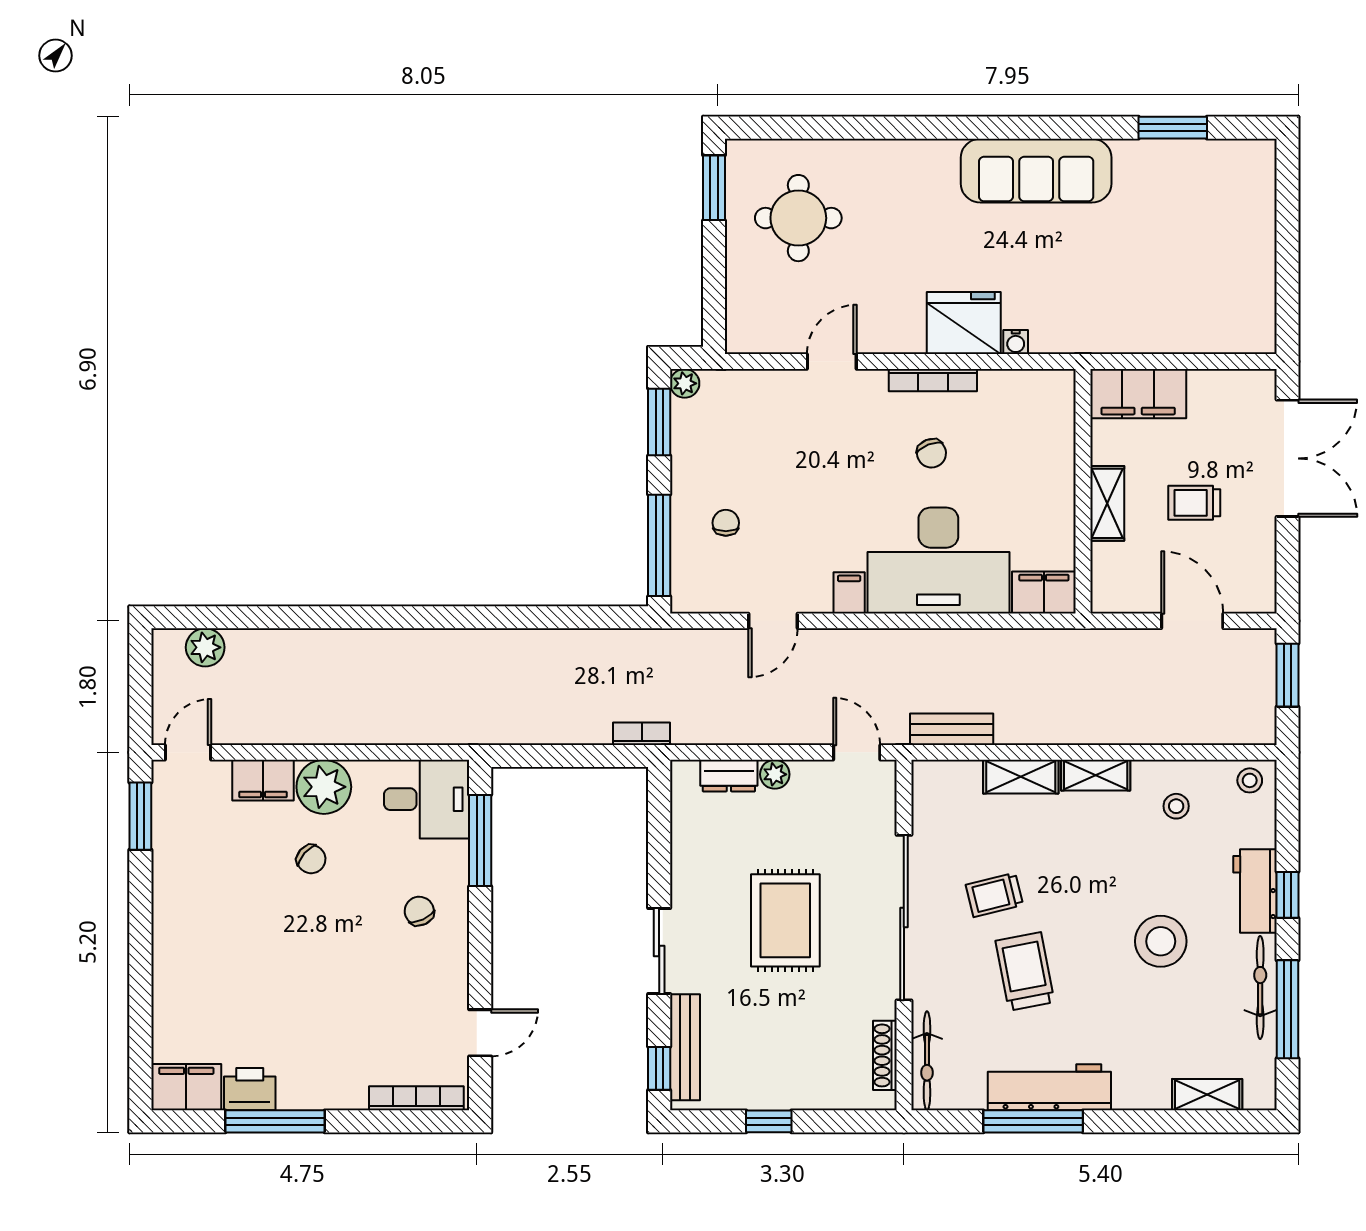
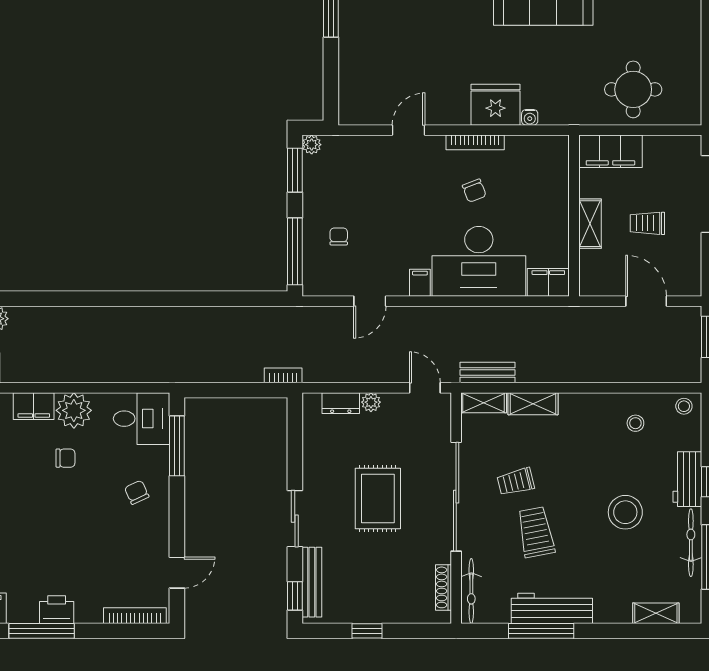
round table: (798, 218) -> (633, 89), moved
shelving: (1096, 775) -> (484, 403), moved
chair: (311, 859) -> (65, 458), turned -41
printer: (250, 1089) -> (57, 610), moved

